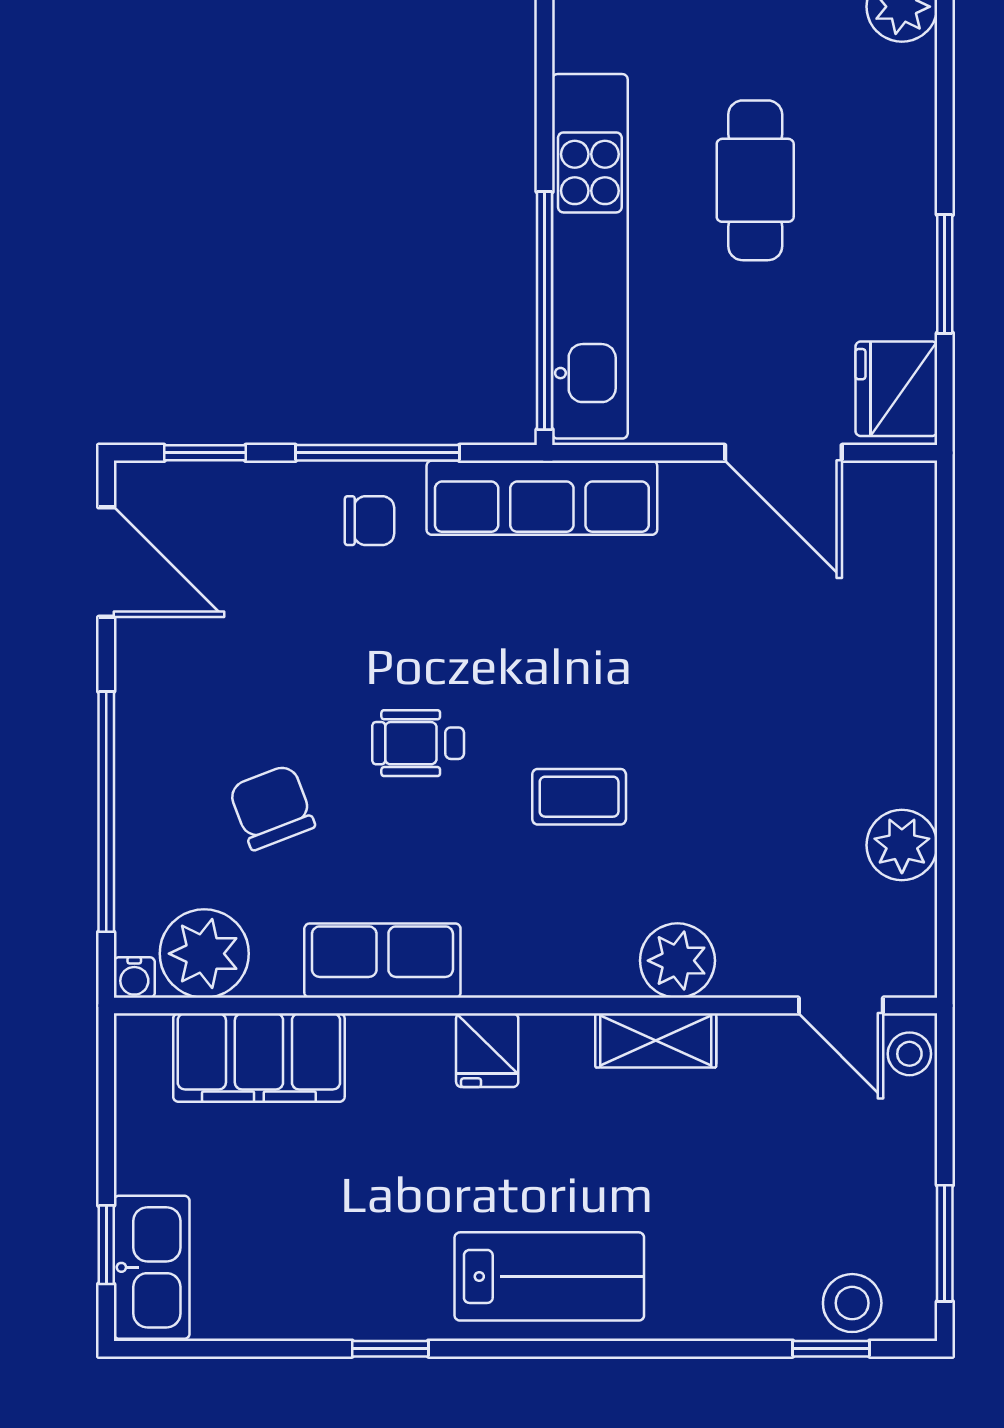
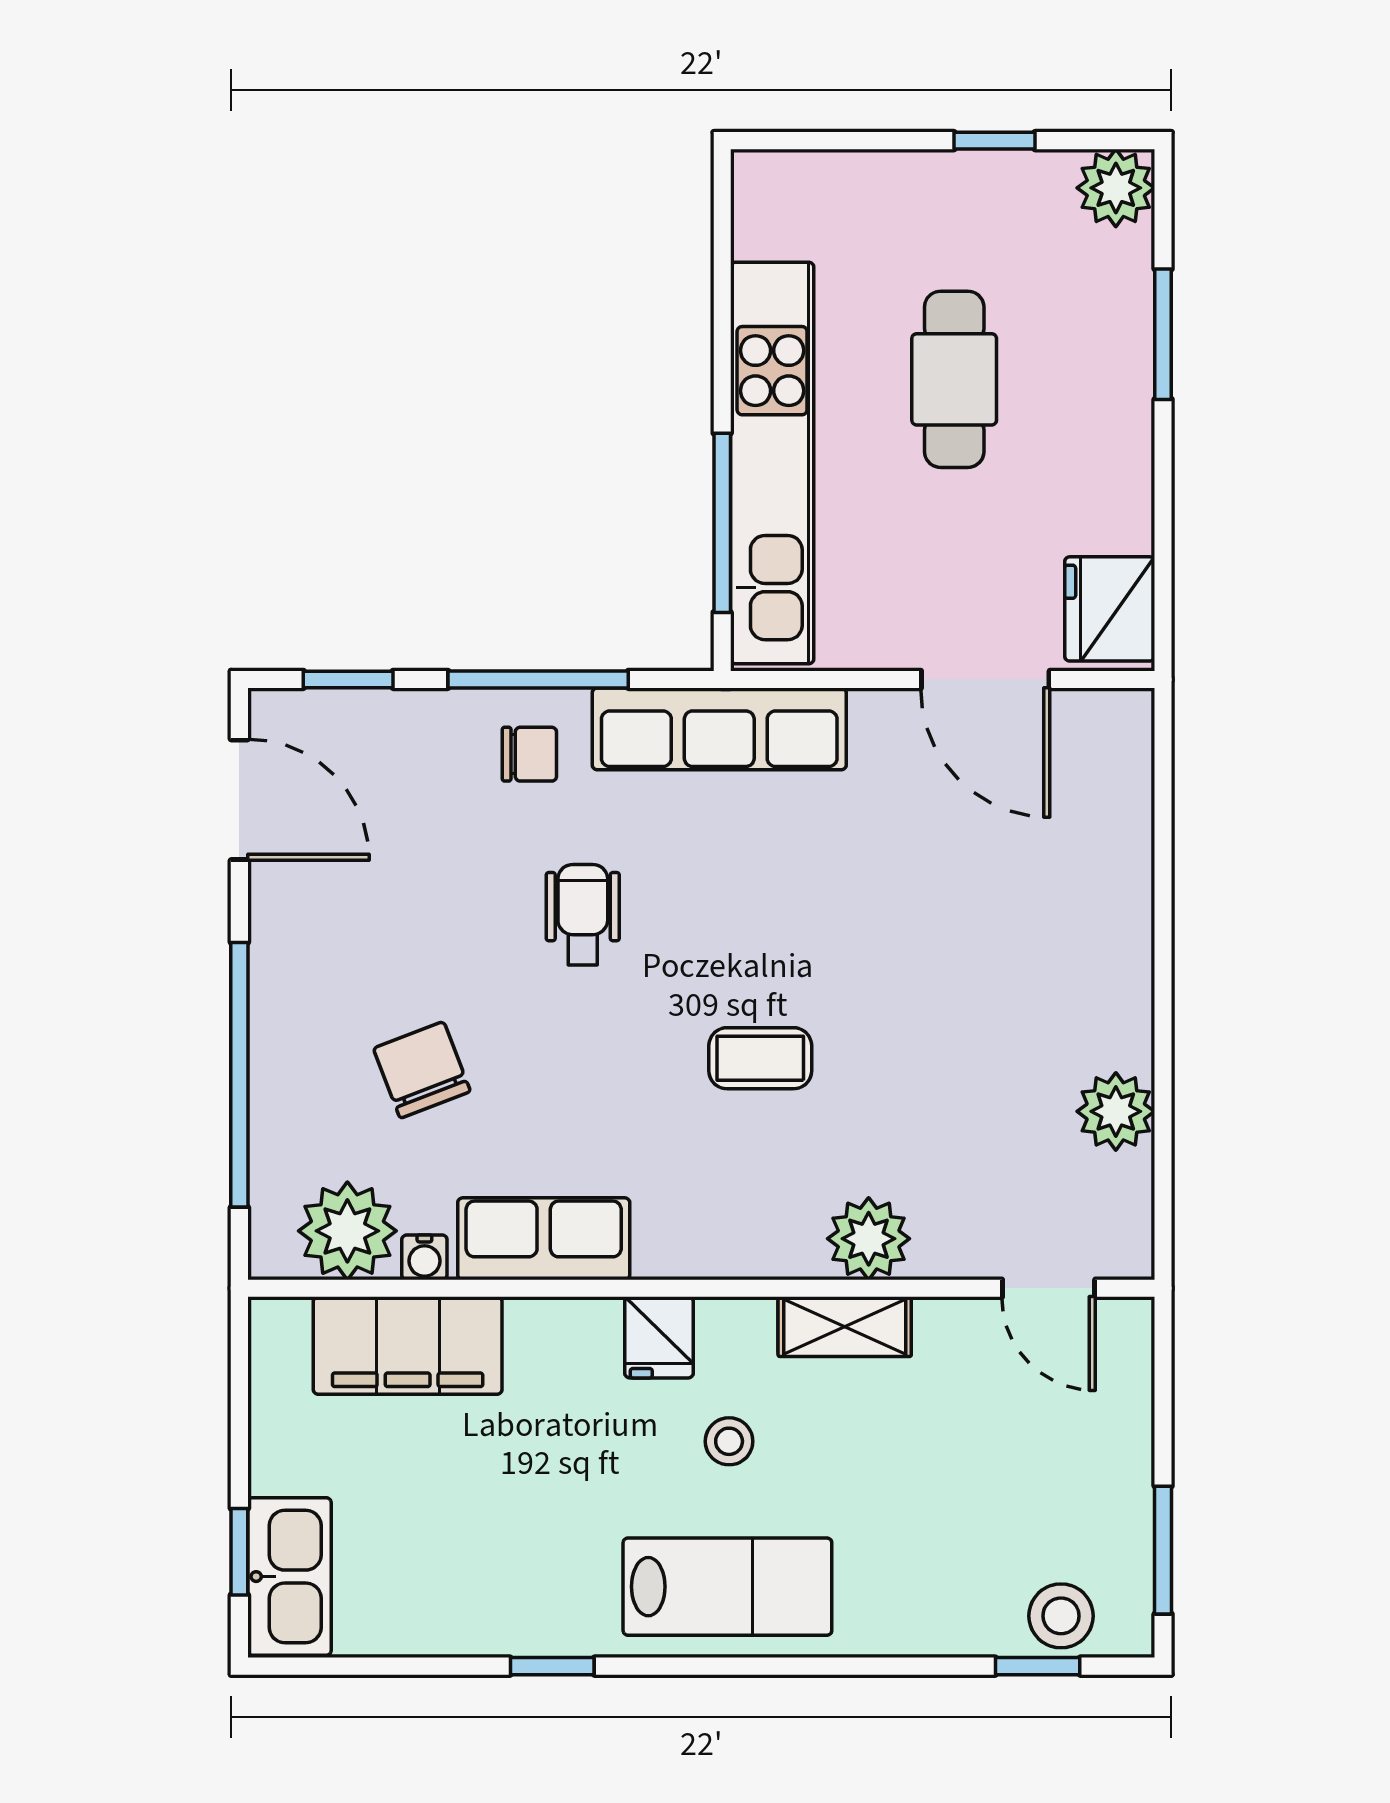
window: (945, 274) -> (1163, 334), moved
window: (545, 311) -> (722, 523), width x0.68
wheelchair: (418, 743) -> (583, 915), moved, turned 90
water cooler: (134, 977) -> (424, 1257), moved
stool: (909, 1054) -> (729, 1441), moved

